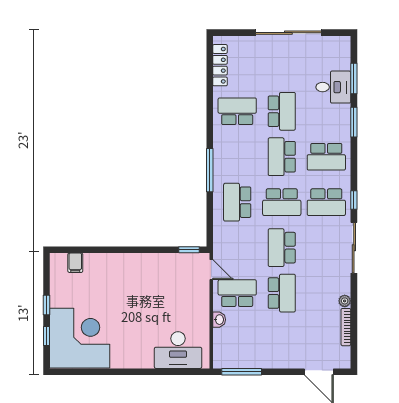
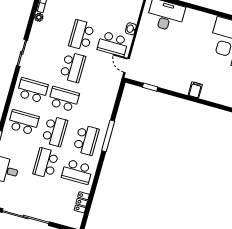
locker: (220, 65) -> (82, 202), width x0.66
window: (354, 200) -> (13, 86), removed
school desk: (237, 202) -> (86, 140), moved
sliding door: (354, 248) -> (22, 53), width x0.73
window: (189, 250) -> (150, 87), moved
filing cabinet: (75, 263) -> (195, 90), moved

